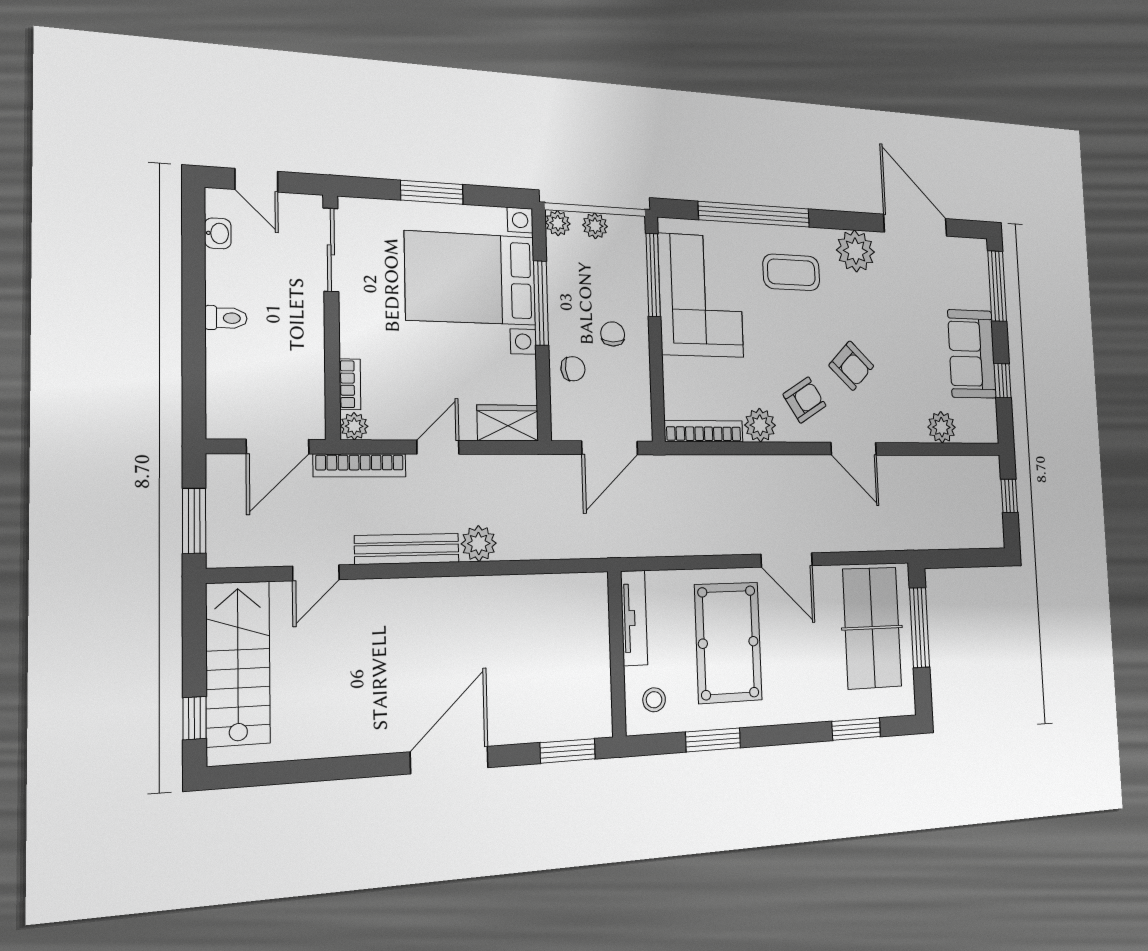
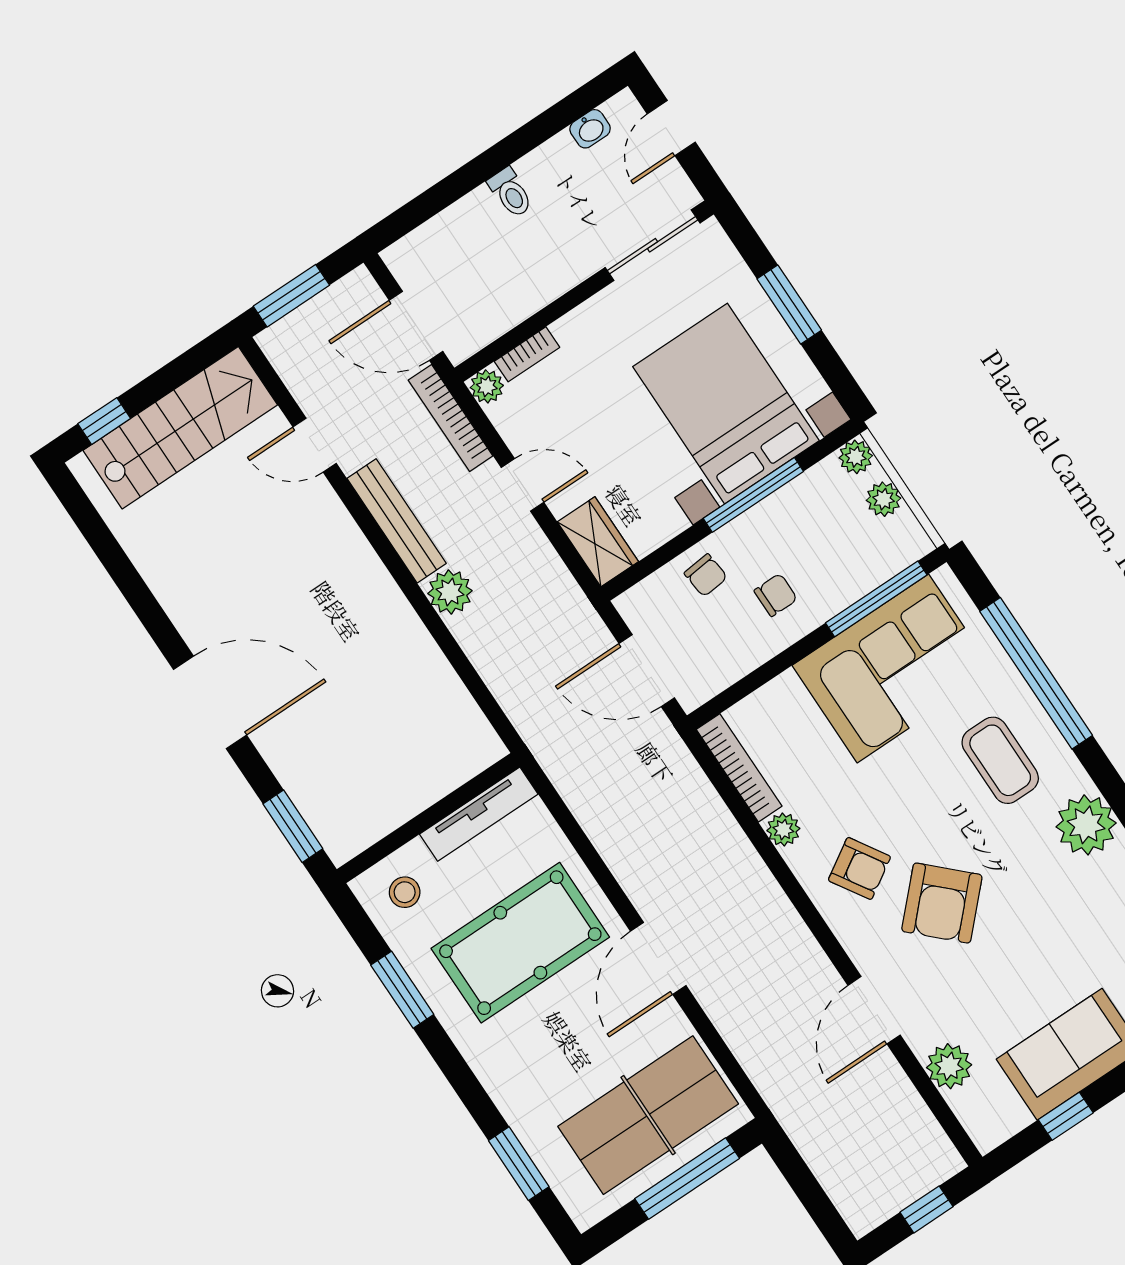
armchair: (851, 366) -> (942, 903), width x1.38, depth x1.38
plant: (760, 425) -> (783, 830), width x0.73, depth x0.73
door: (854, 449) -> (874, 1010), moved

